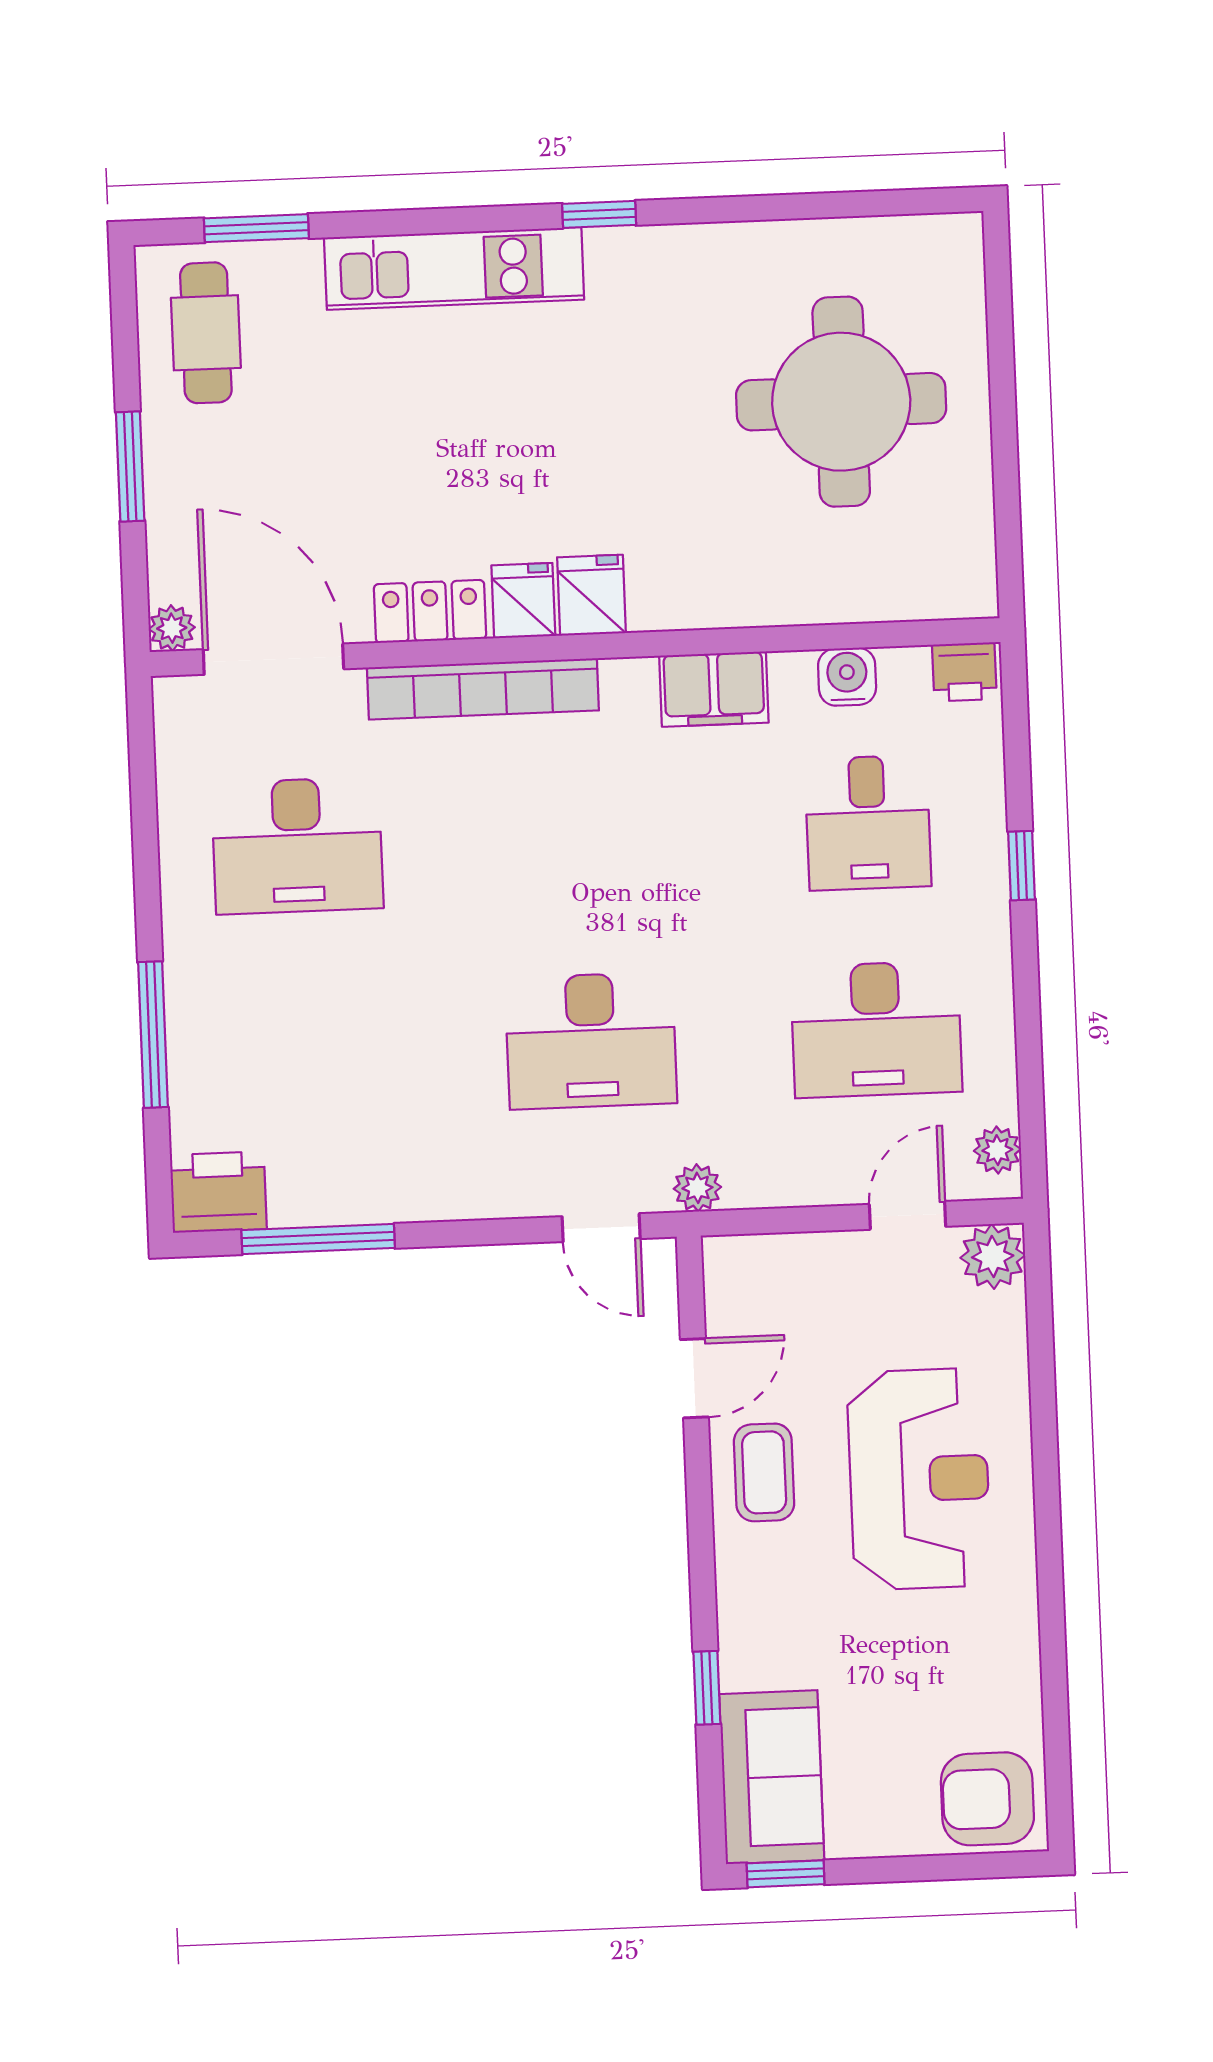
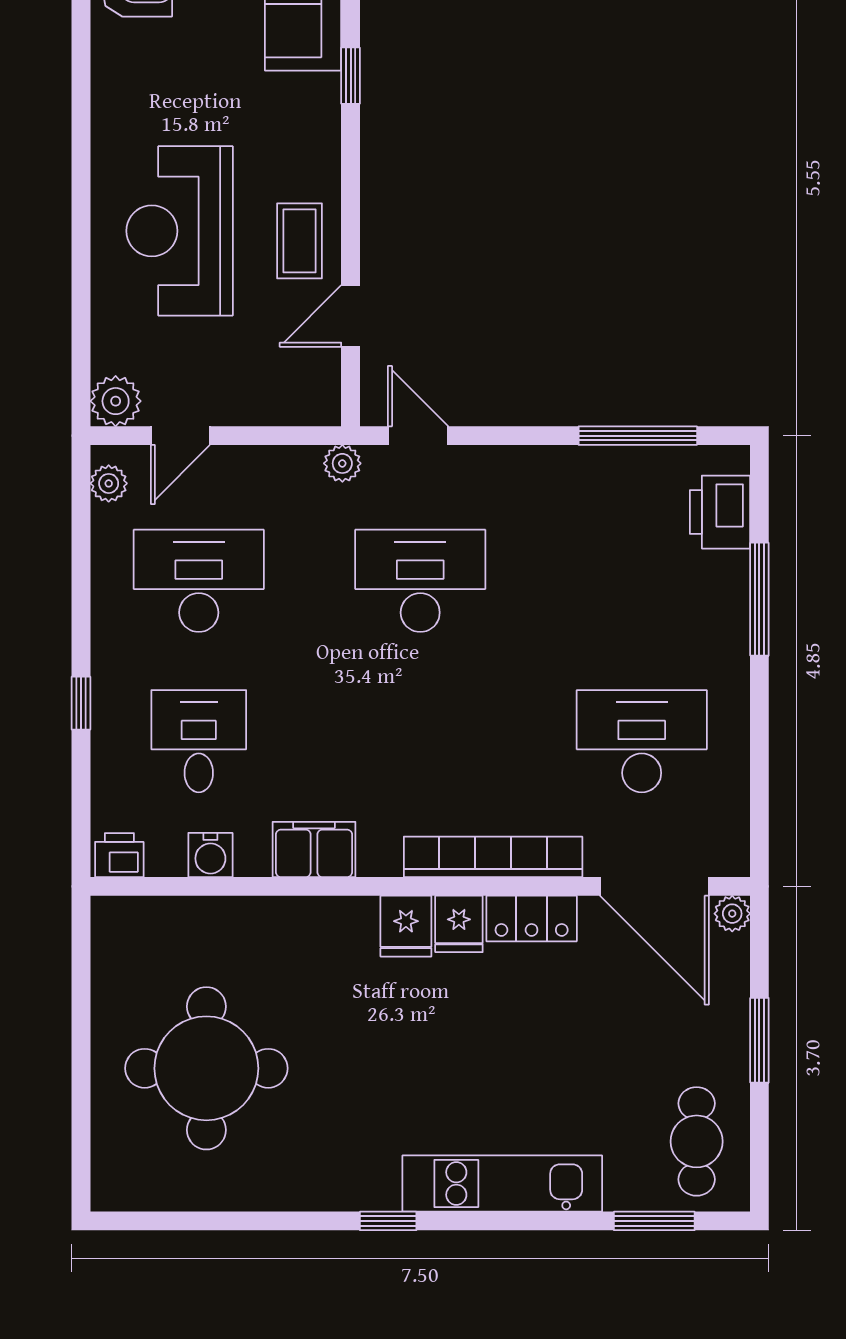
printer: (218, 1192) -> (720, 512), moved, turned 90

